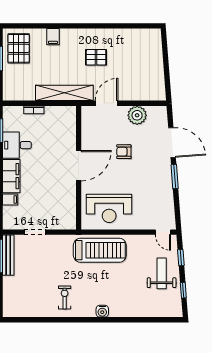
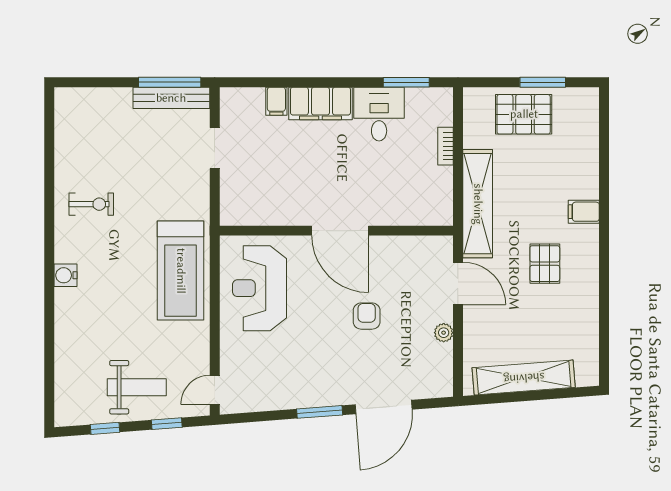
filing cabinet: (53, 37) -> (584, 212), moved
pallet: (19, 48) -> (524, 114), moved
shelving: (156, 68) -> (524, 378), added
plant: (137, 115) -> (444, 333), width x0.53, depth x0.53

